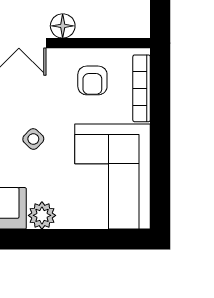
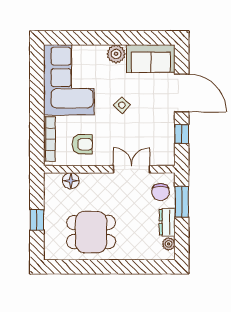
floor lamp: (63, 26) -> (71, 181), moved
armchair: (92, 80) -> (82, 144), turned 90

